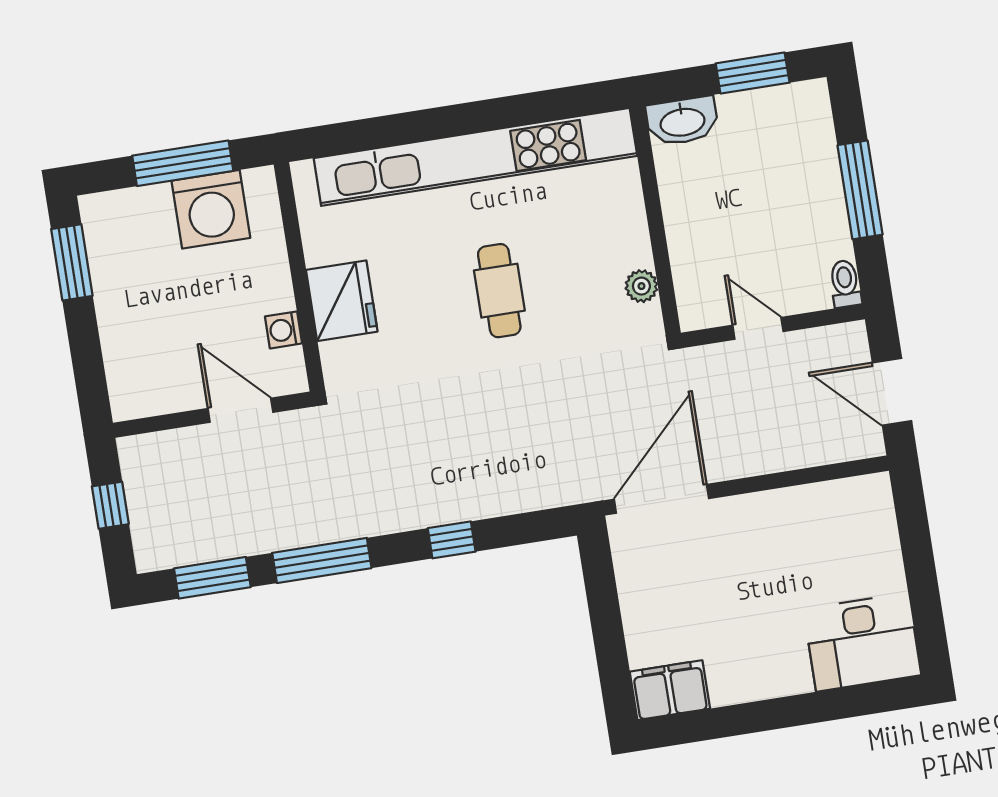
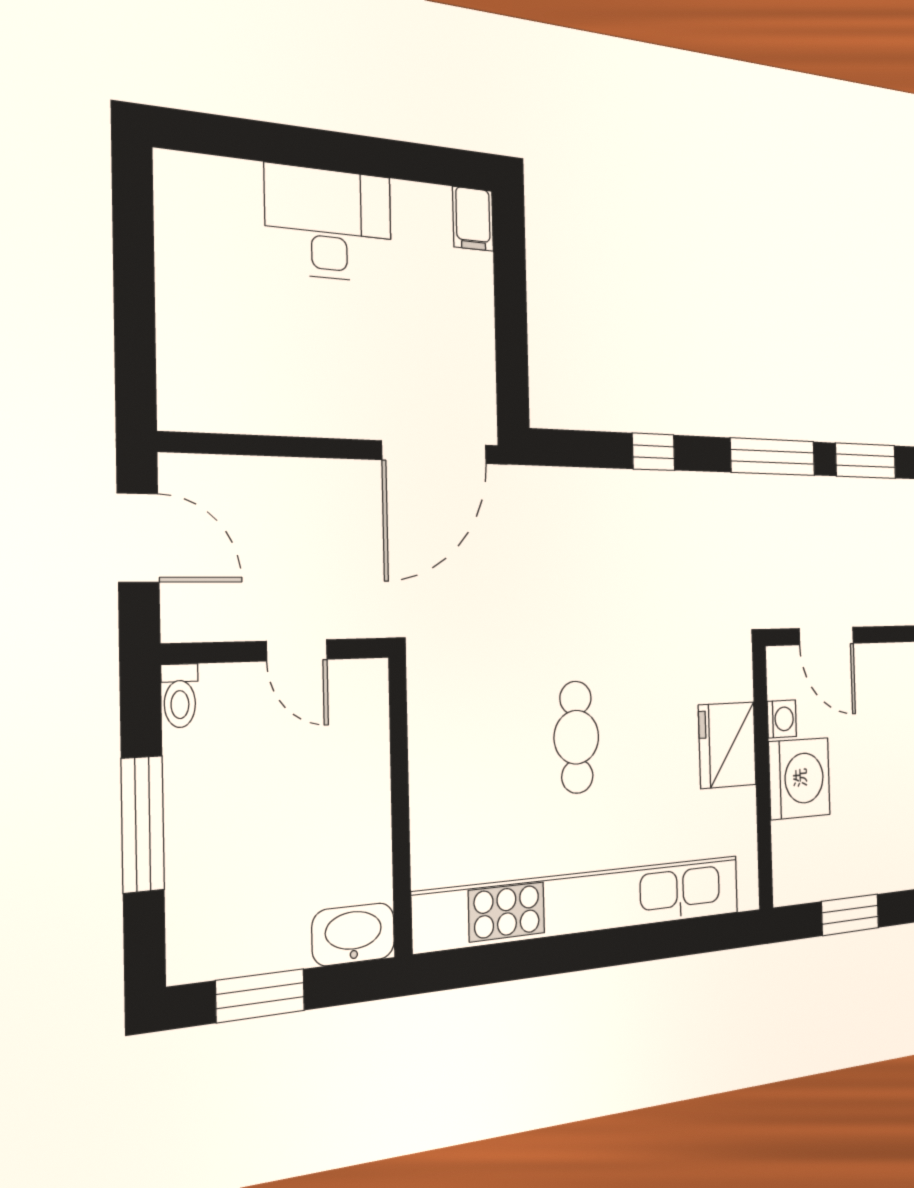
window: (183, 163) -> (850, 915), width x0.69
washing machine: (211, 209) -> (799, 778), moved, turned 90
plant: (641, 286) -> (426, 724), removed
desk: (862, 642) -> (329, 224), moved
filing cabinet: (670, 690) -> (473, 219), width x0.50

